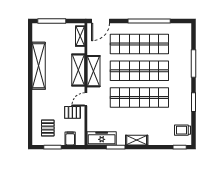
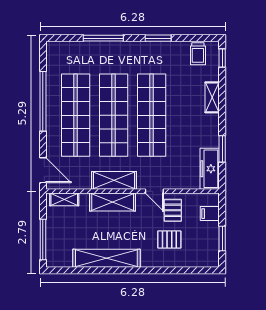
pallet: (48, 128) -> (169, 240), moved
shelving: (137, 140) -> (212, 97), moved

